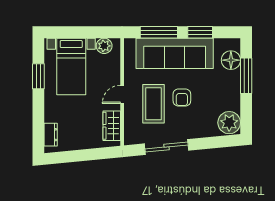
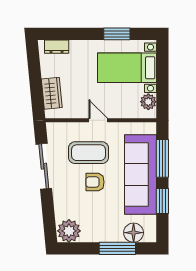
wardrobe: (112, 126) -> (52, 93), moved, turned 84

